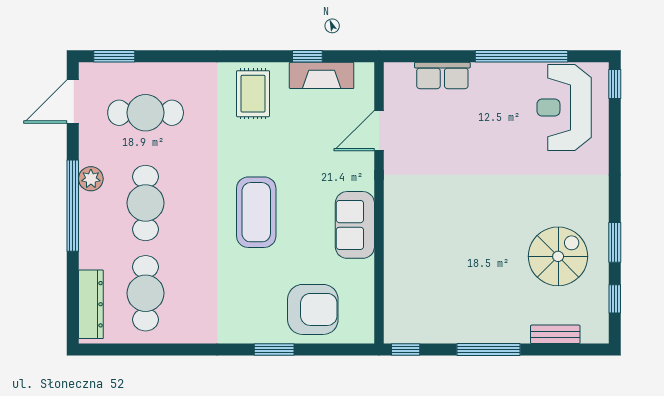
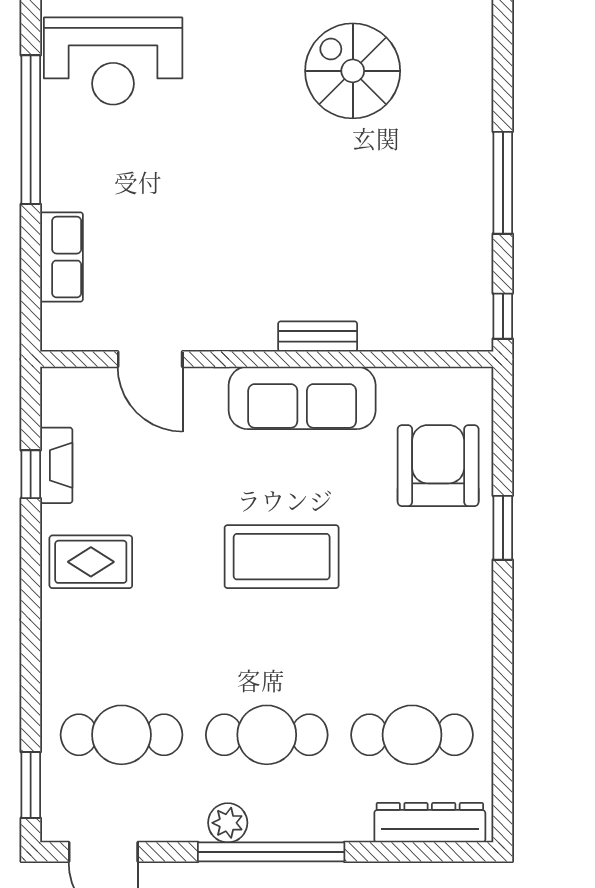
fireplace: (322, 75) -> (56, 465), width x0.73, depth x0.76
cafe table: (146, 113) -> (121, 735), turned 90
sofa: (355, 225) -> (302, 398), width x1.36
bench: (555, 334) -> (318, 336), moved, turned 90

